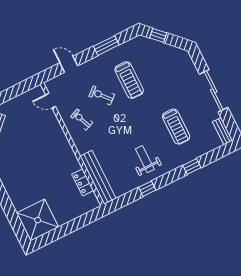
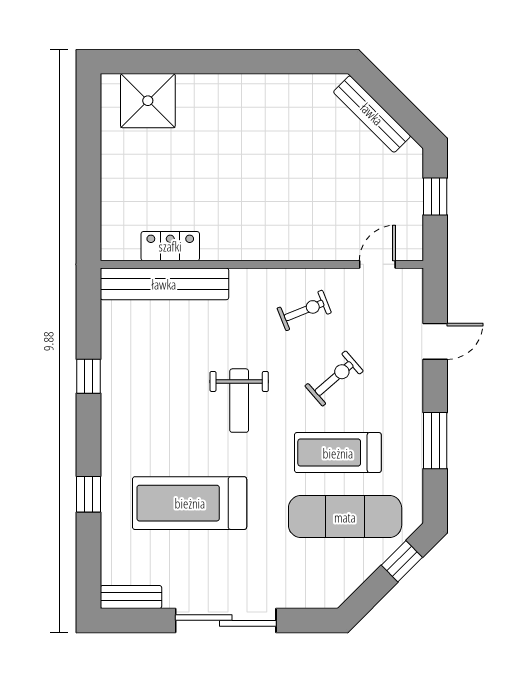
exercise mat: (152, 65) -> (345, 517), added
window: (14, 92) -> (435, 197), added
treadmill: (176, 127) -> (190, 503), width x1.37, depth x1.38
weight bench: (145, 159) -> (239, 401), moved, turned 90
shower: (38, 220) -> (148, 101), width x0.73, depth x0.73

